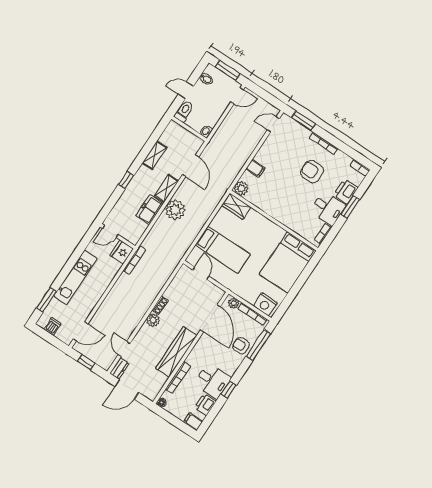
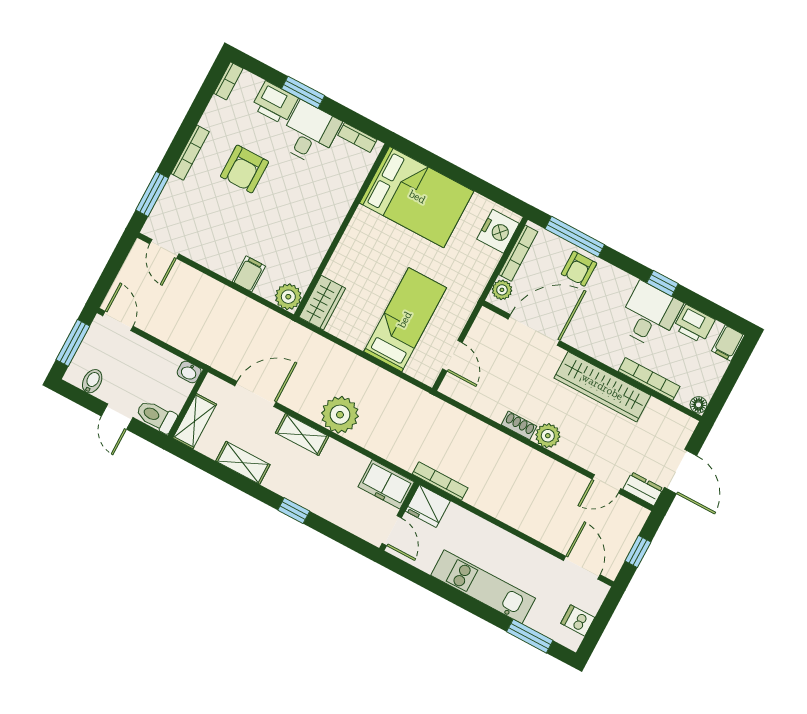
shelving: (179, 132) -> (195, 421), added
freezer: (150, 210) -> (386, 484), moved
door: (201, 273) -> (452, 356), swing flipped

